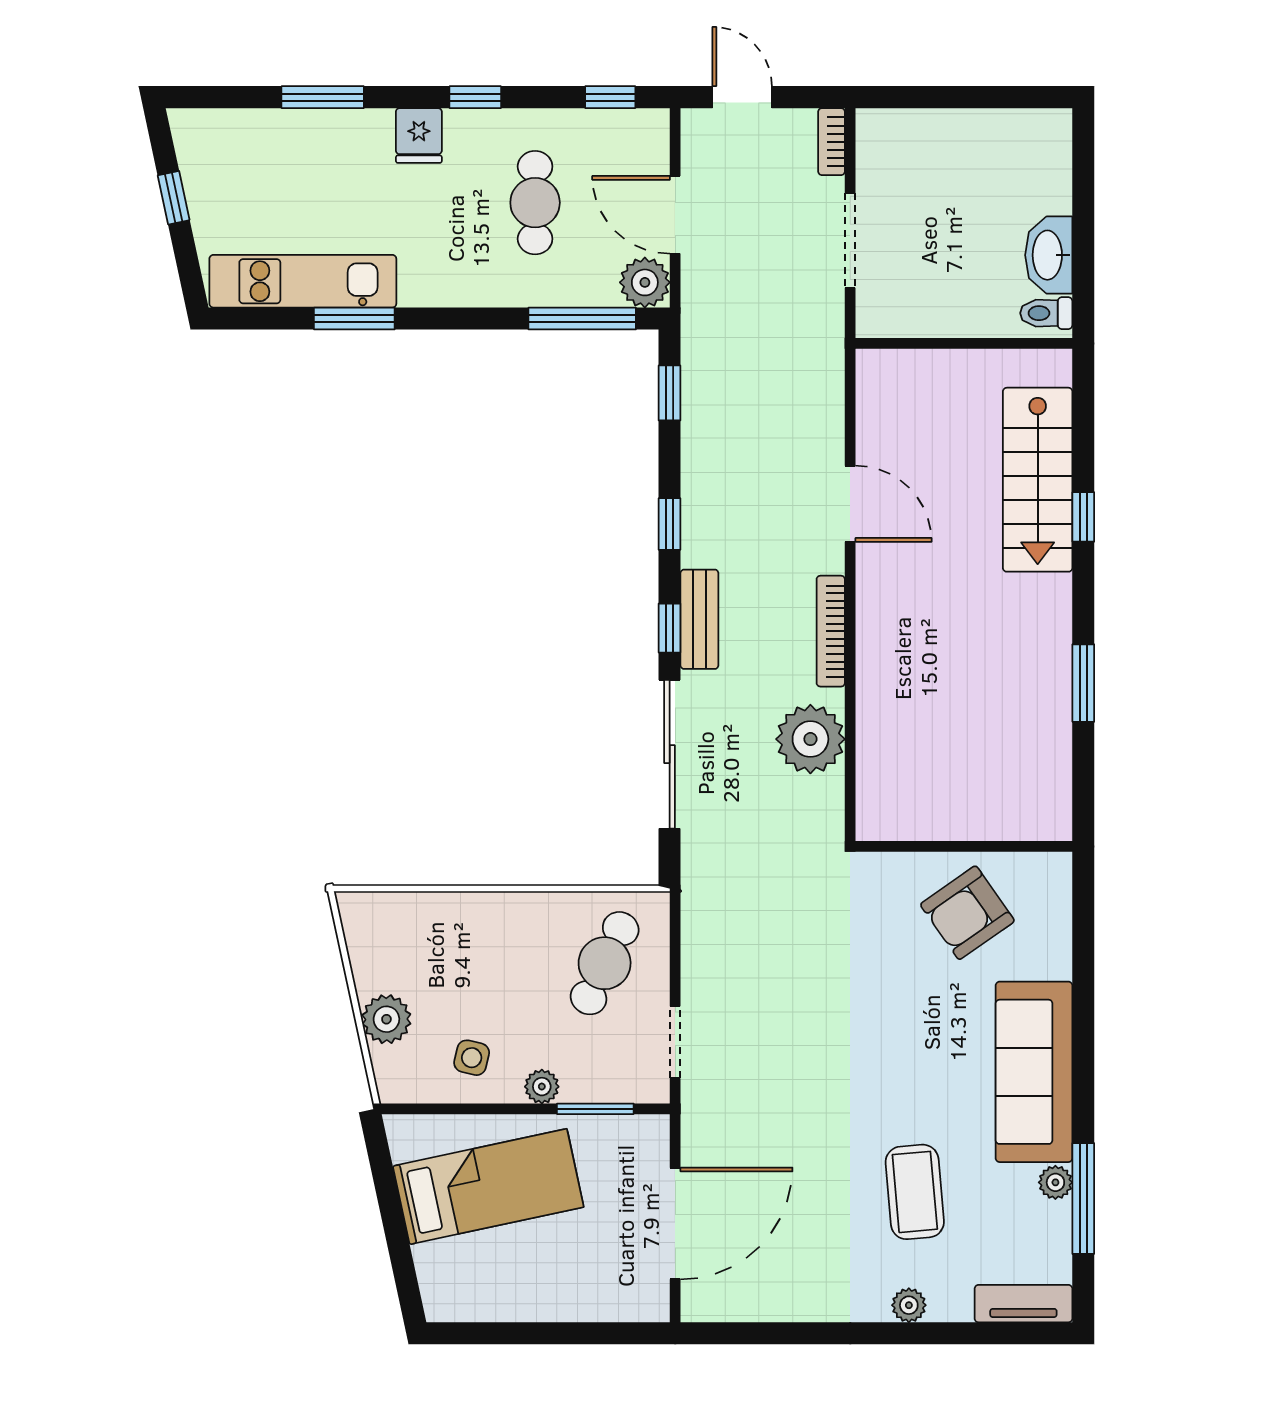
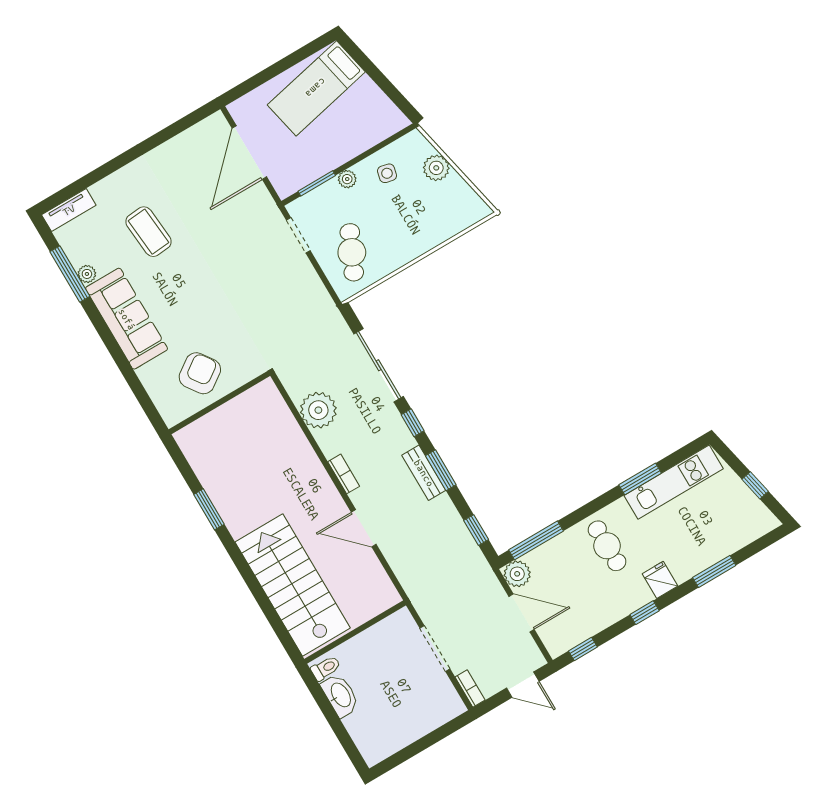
cafe table: (535, 203) -> (607, 546), moved
stairs: (1038, 480) -> (293, 585), width x1.36, depth x1.51
window: (1083, 517) -> (254, 585), removed
window: (670, 524) -> (441, 470), width x1.50
bench: (699, 619) -> (424, 473), moved
bookcase: (831, 631) -> (344, 474), width x0.64
bed: (488, 1187) -> (316, 88), moved
plant: (909, 1305) -> (121, 178), removed

